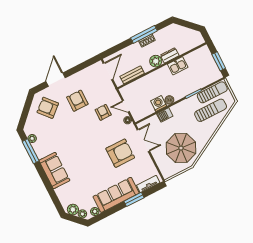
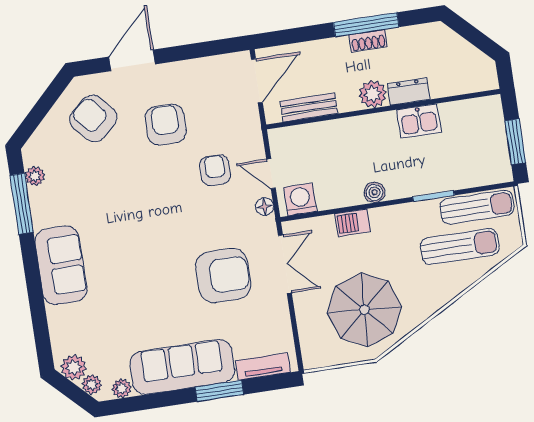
washing machine: (159, 104) -> (300, 199), moved

